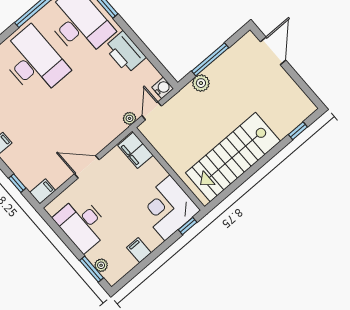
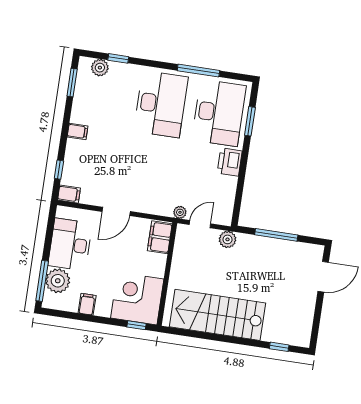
printer: (125, 52) -> (230, 162), width x0.73, depth x0.84
plant: (201, 83) -> (228, 239), moved
water cooler: (163, 88) -> (224, 218), removed
door: (87, 167) -> (116, 211), swing flipped
plant: (101, 265) -> (58, 281), width x1.88, depth x1.88
window: (91, 269) -> (42, 281), width x1.44

